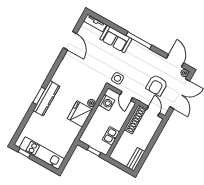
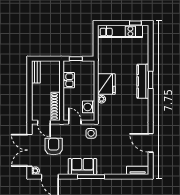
sofa: (116, 39) -> (82, 167), moved

